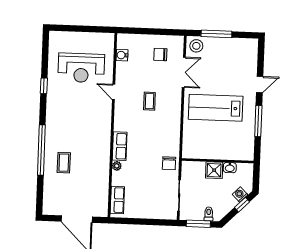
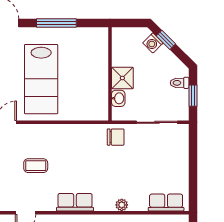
row of seats: (120, 146) -> (75, 202), moved
washbasin: (230, 168) -> (118, 98), moved
window: (198, 224) -> (193, 96), width x0.67

